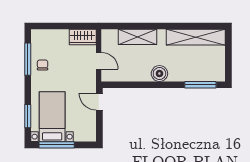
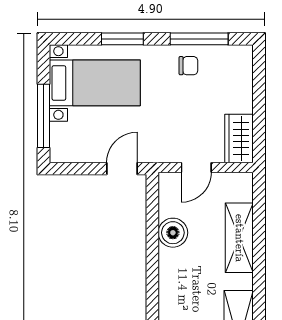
boiler: (159, 74) -> (173, 233), moved
window: (28, 116) -> (122, 39), moved
window: (57, 145) -> (44, 116), moved

